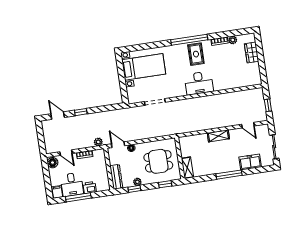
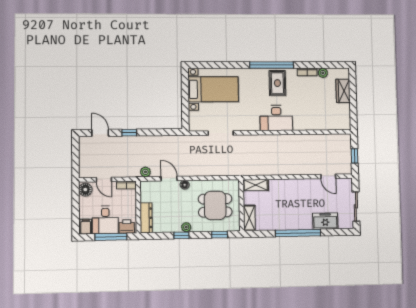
shelving: (218, 136) -> (256, 185), moved
wall: (109, 169) -> (138, 207), moved
window: (229, 175) -> (298, 233), width x1.46
dresser: (116, 177) -> (146, 218), moved

